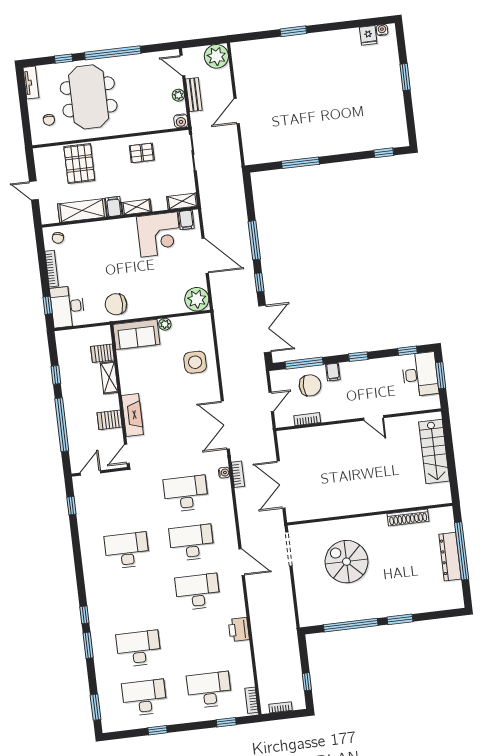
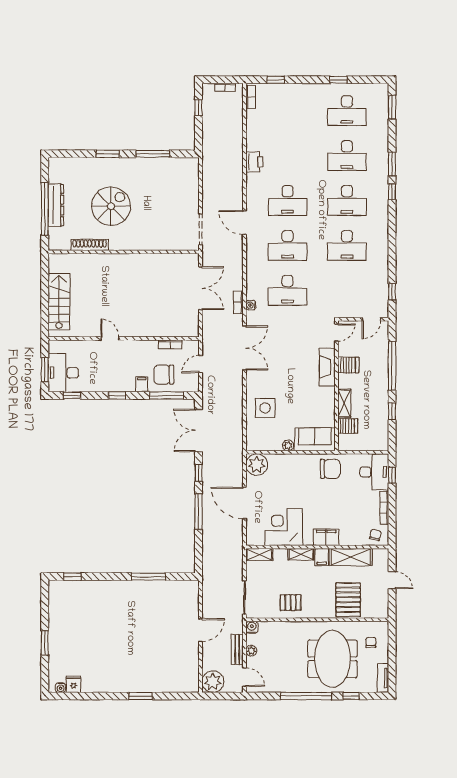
filing cabinet: (186, 220) -> (326, 537), moved, width x2.00
spiral stairs: (346, 562) -> (111, 206), moved, turned -90
window: (351, 625) -> (153, 154), width x0.68
desk: (209, 690) -> (347, 201), moved

